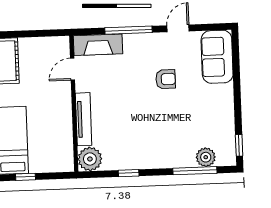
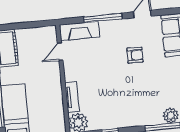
tv unit: (84, 119) -> (72, 97), width x0.71

